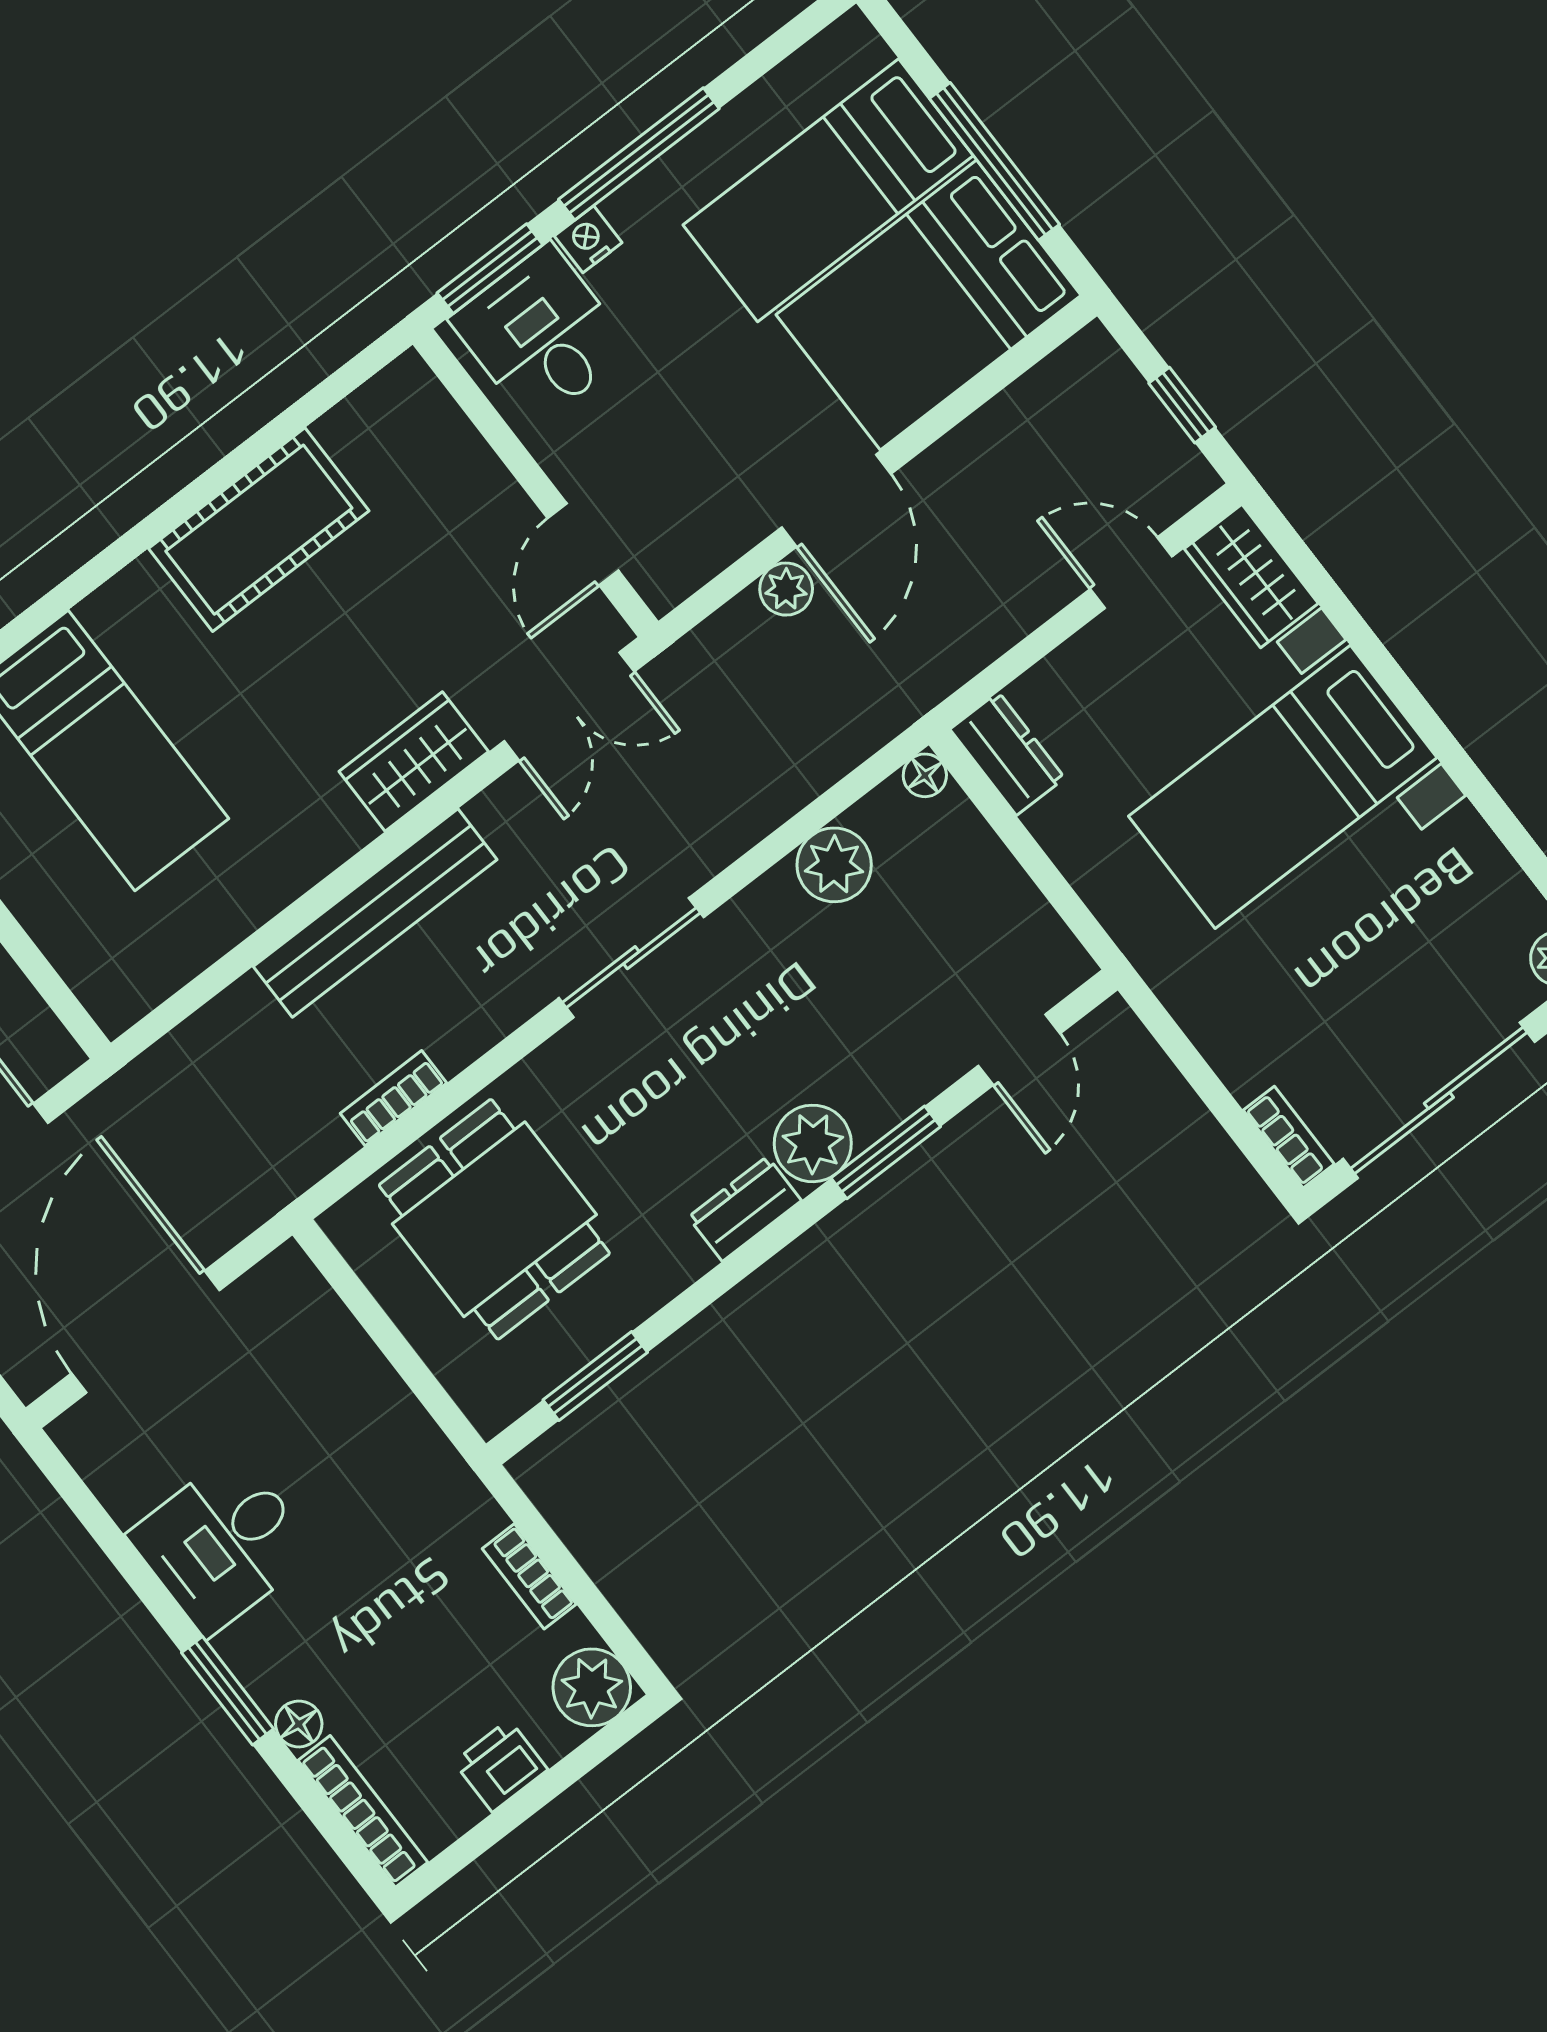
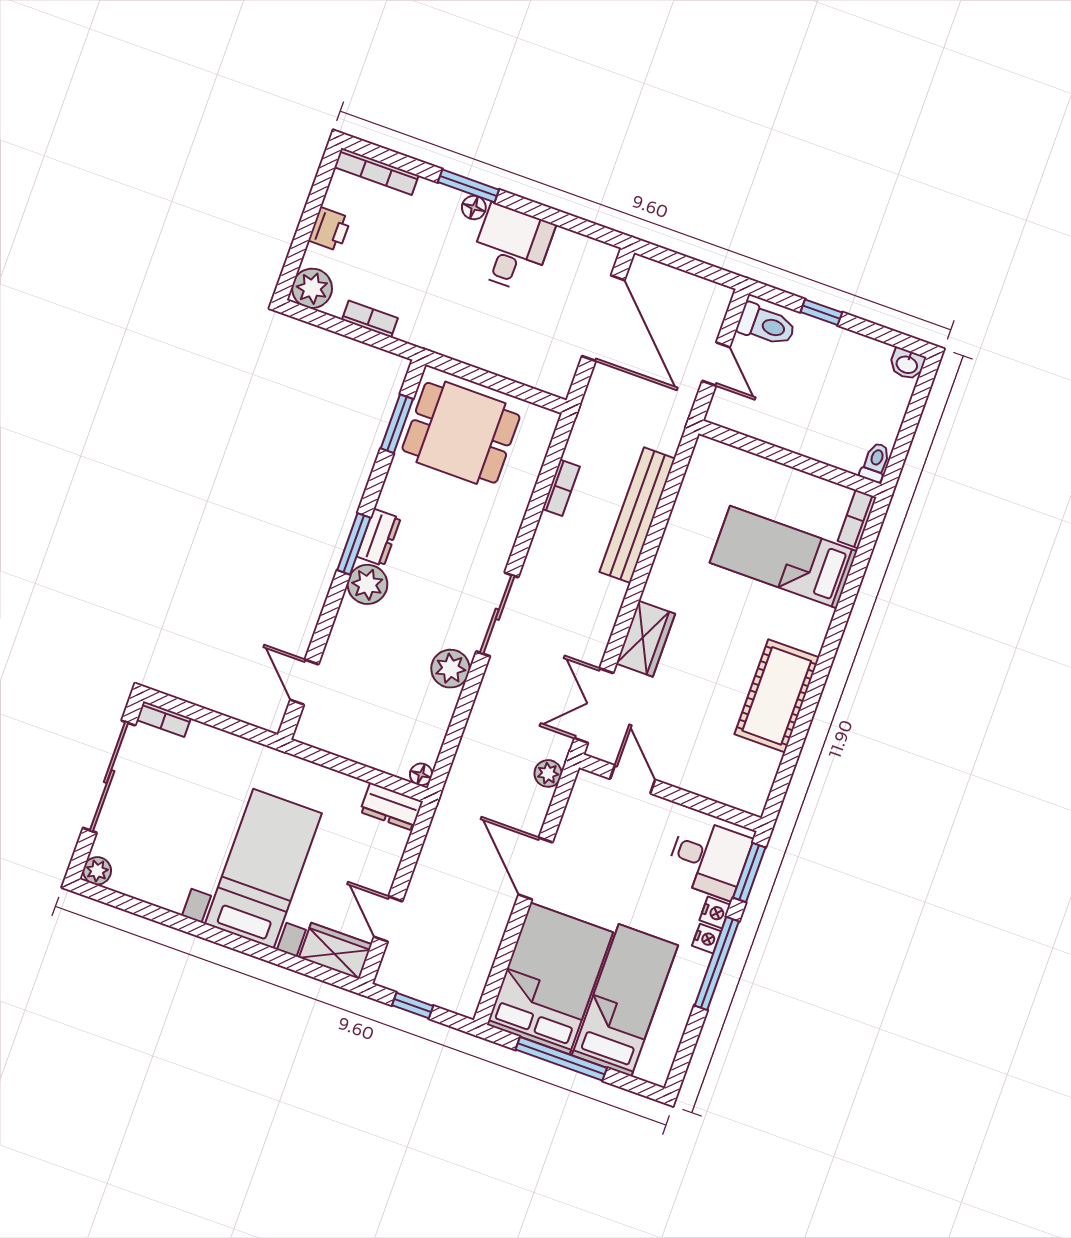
nightstand: (629, 205) -> (707, 939), added
door: (1131, 573) -> (388, 919), swing flipped
plant: (786, 589) -> (548, 773), moved
plant: (834, 865) -> (450, 669), moved
bench: (375, 913) -> (637, 515), moved
window: (886, 1152) -> (354, 544), moved
dining table: (494, 1219) -> (461, 433), moved
floor lamp: (299, 1724) -> (474, 208), moved

